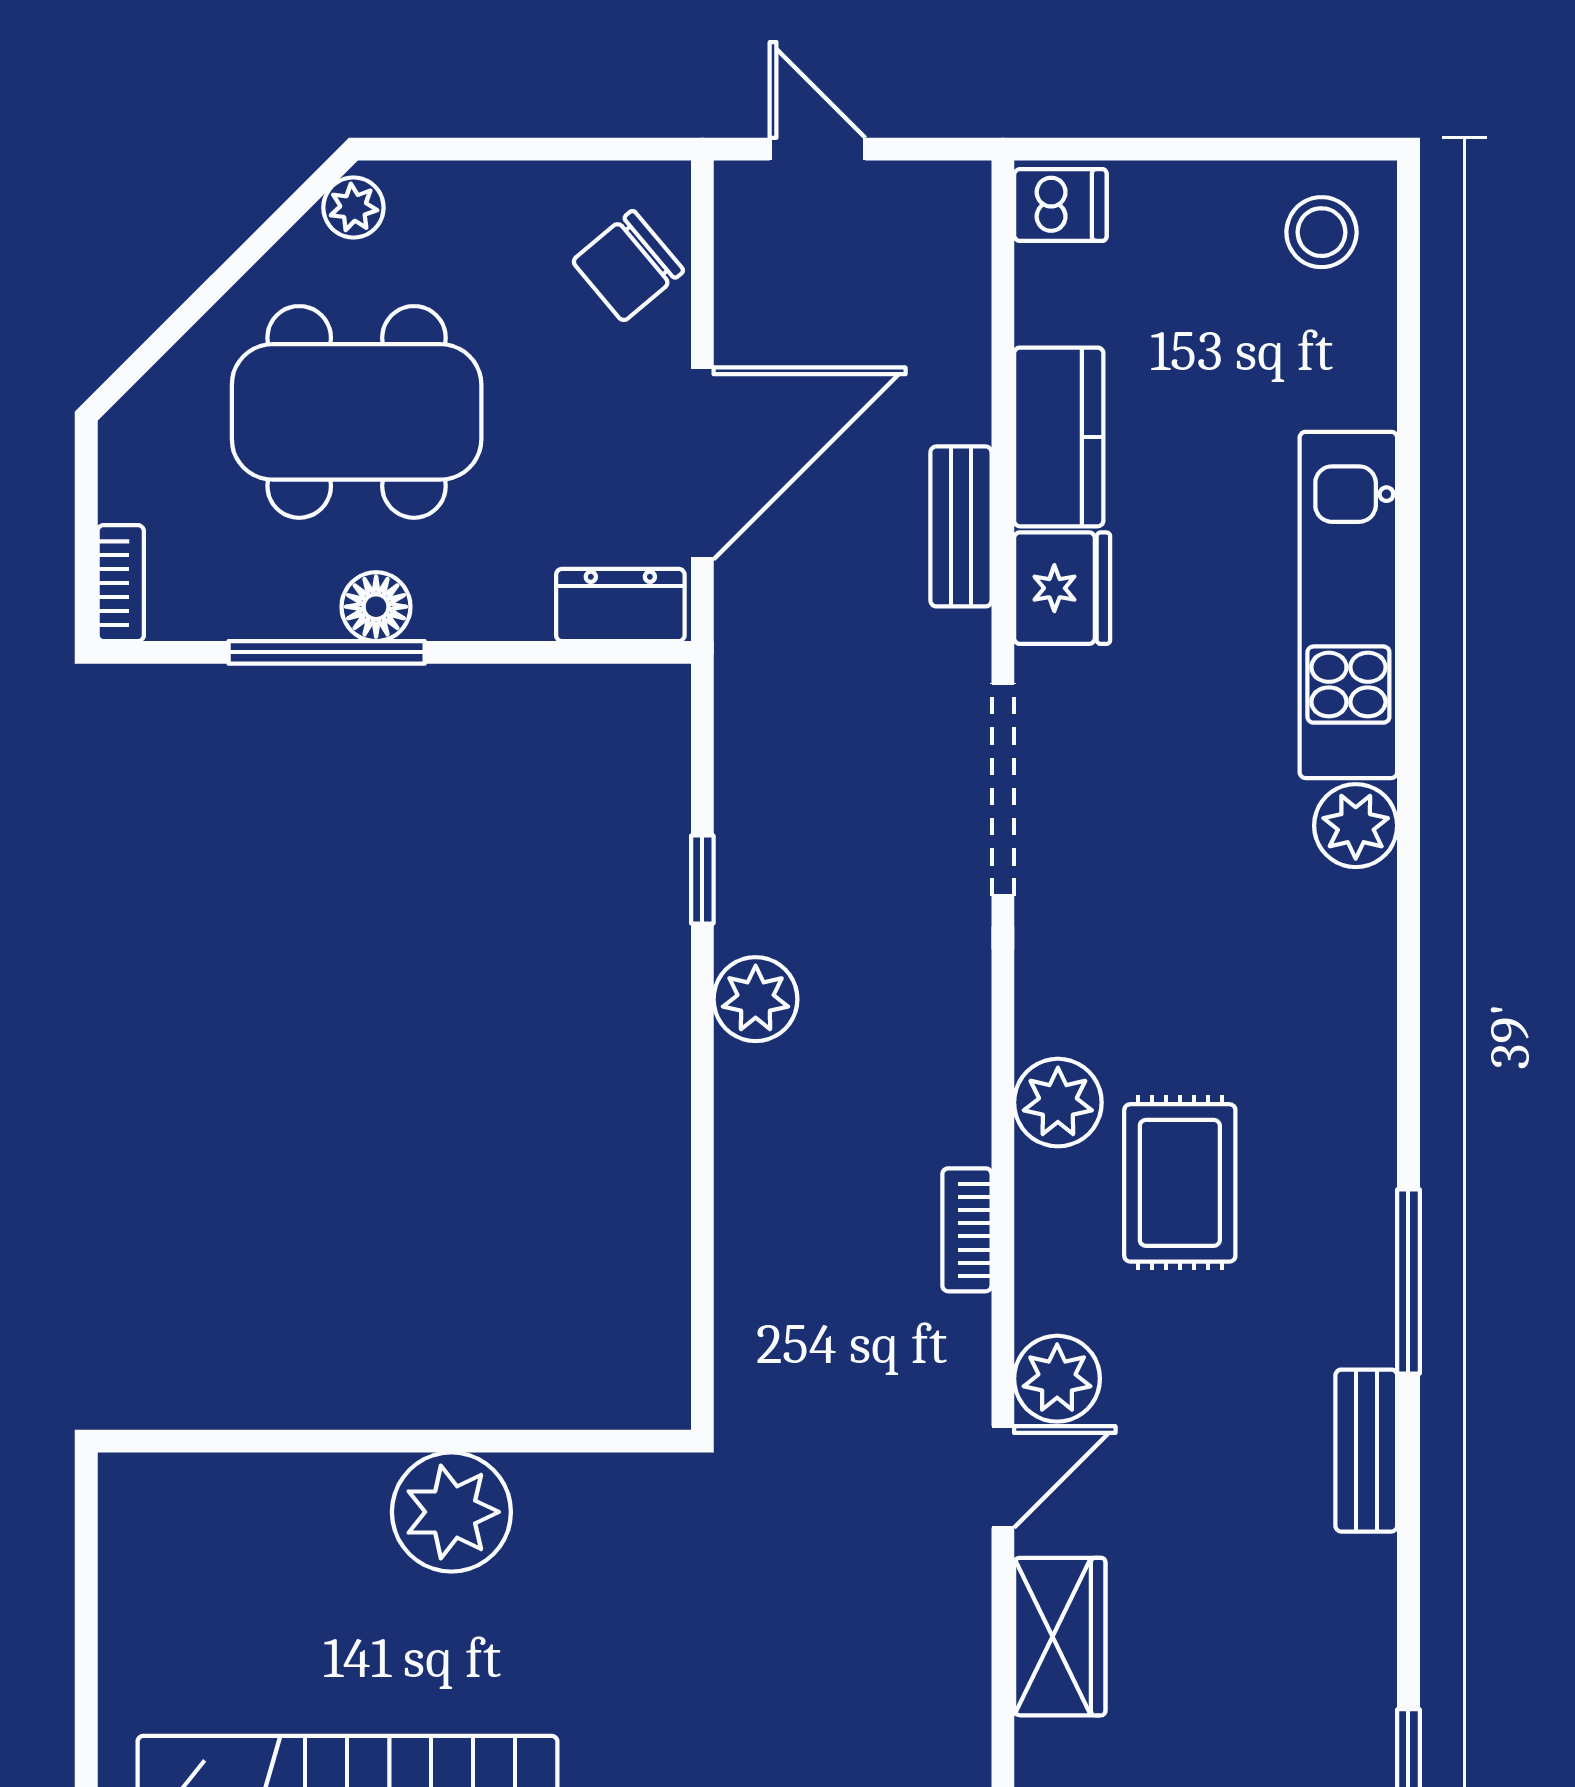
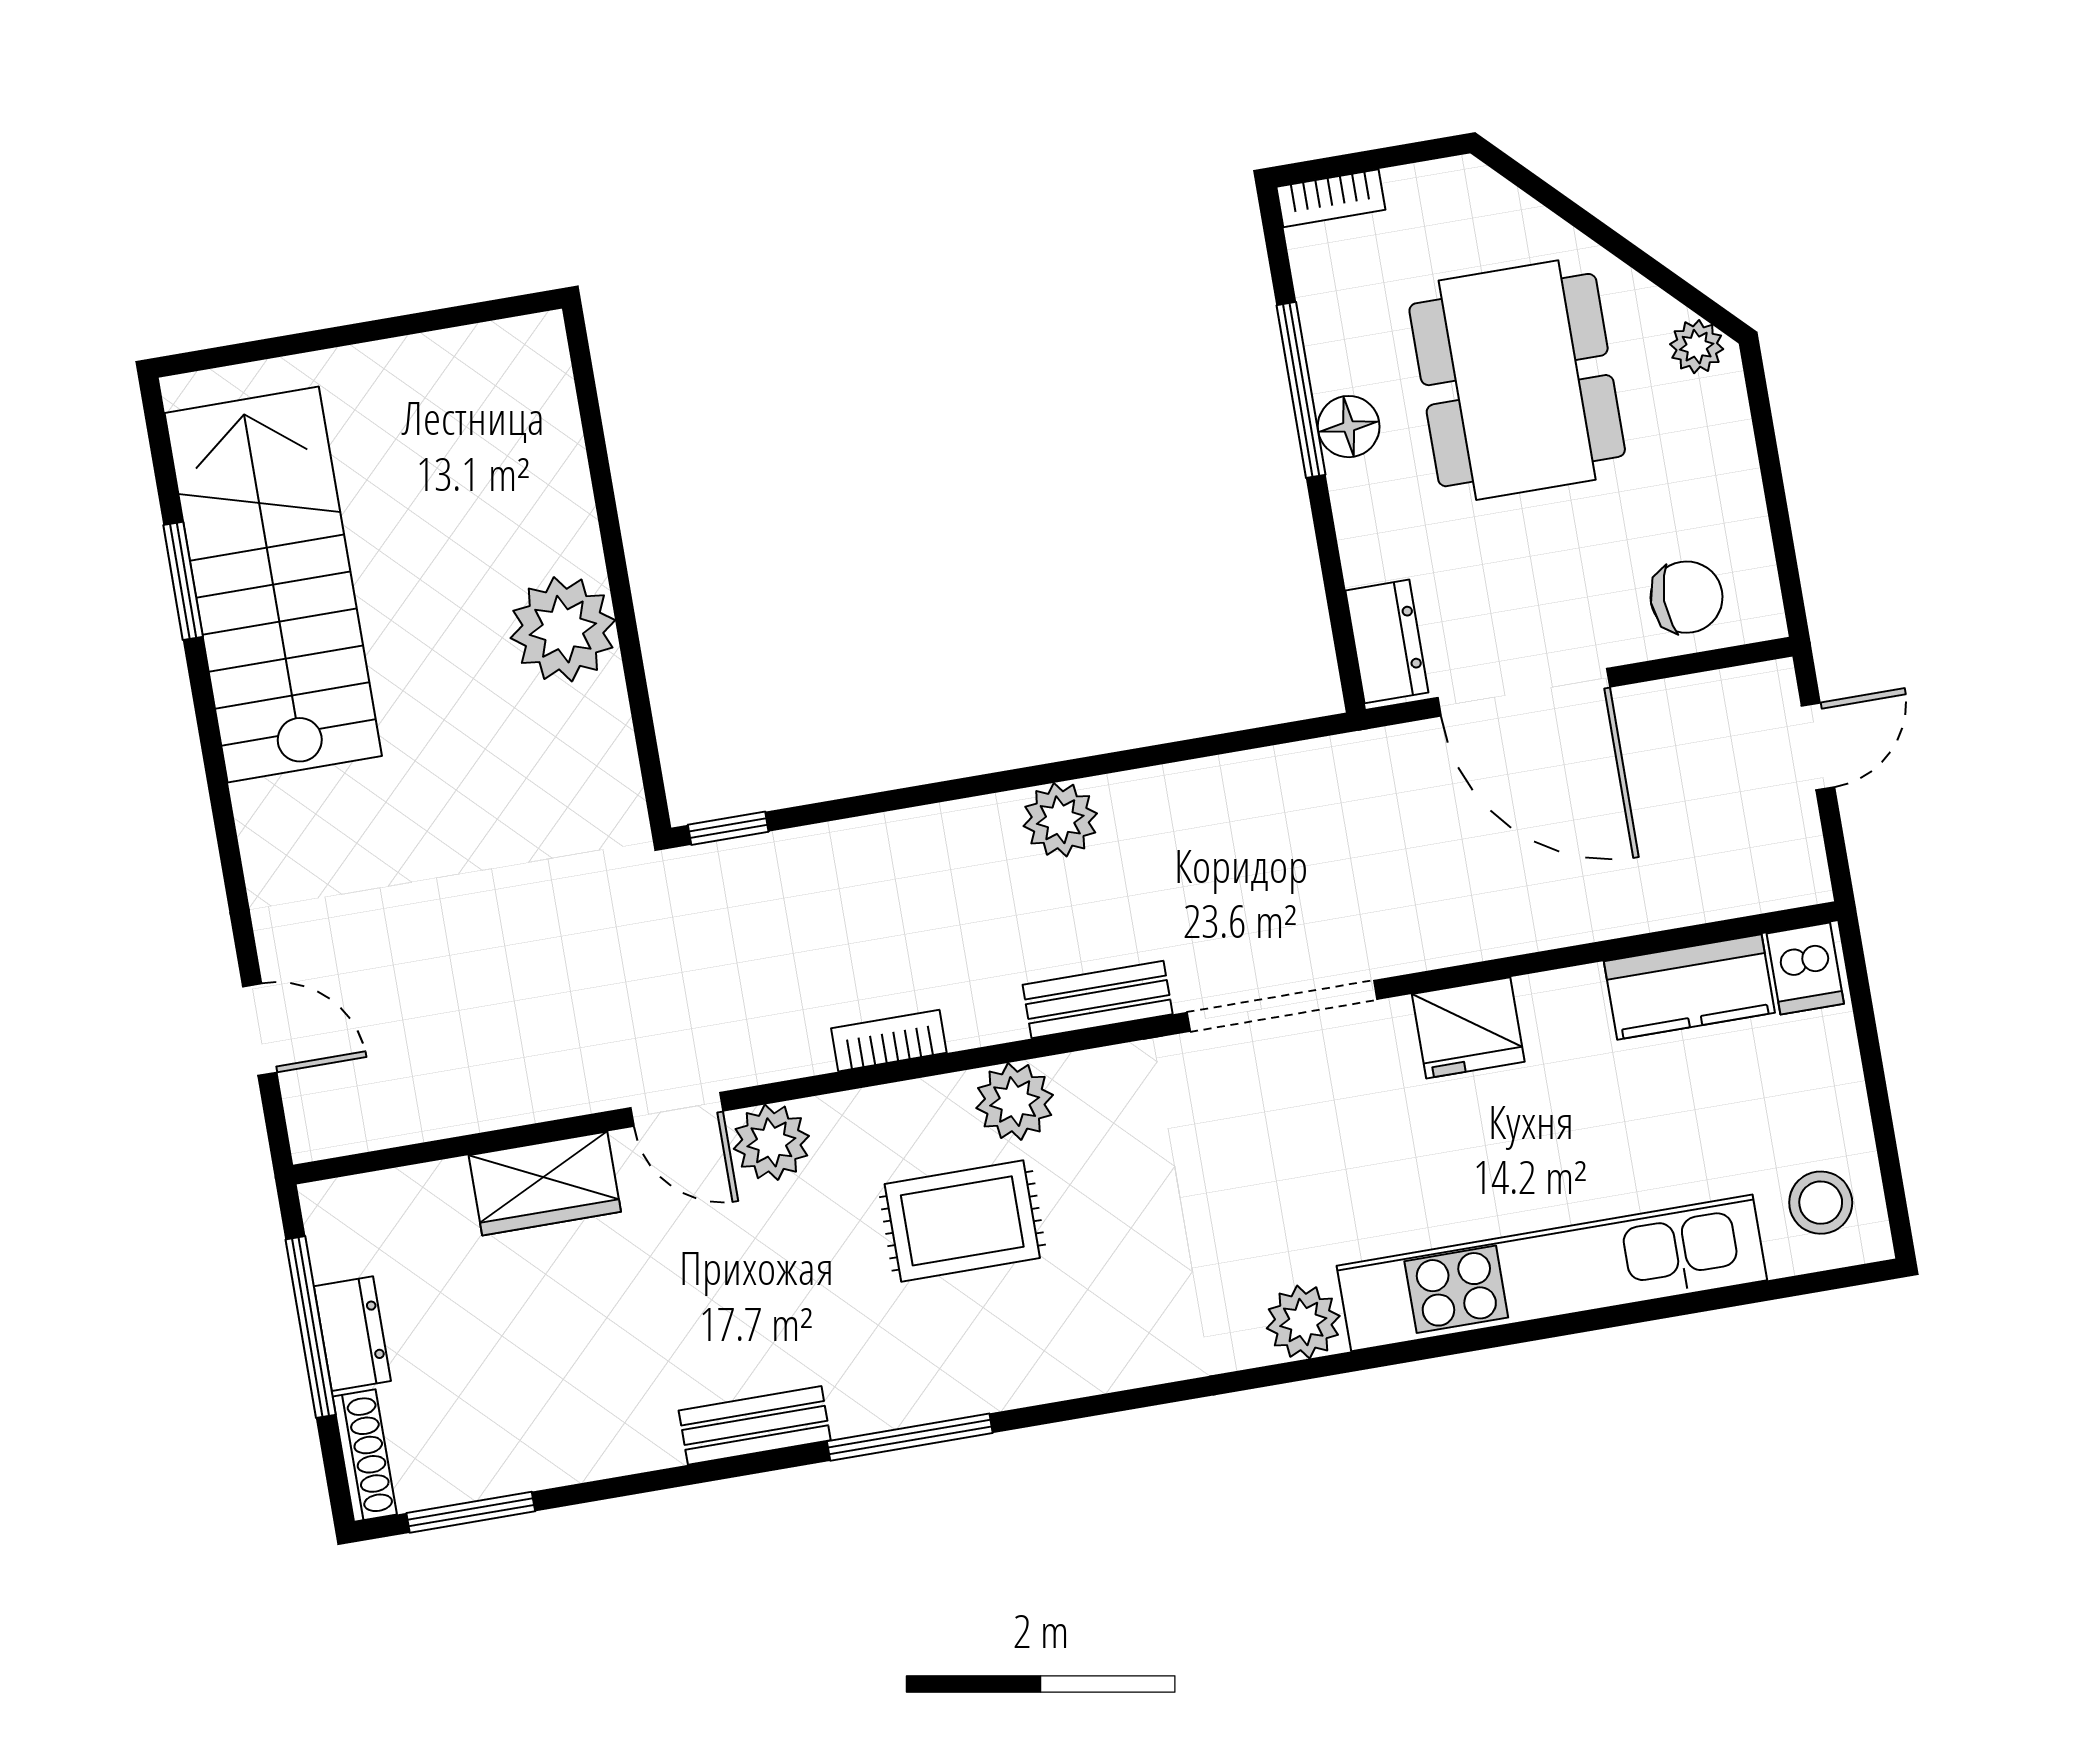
chair: (628, 266) -> (1687, 597), turned 130
kitchen counter: (1059, 437) -> (1689, 987), moved
bench: (961, 526) -> (1098, 1000), moved
kitchen unit: (1348, 605) -> (1552, 1273), width x1.36
window: (702, 879) -> (728, 828), moved

